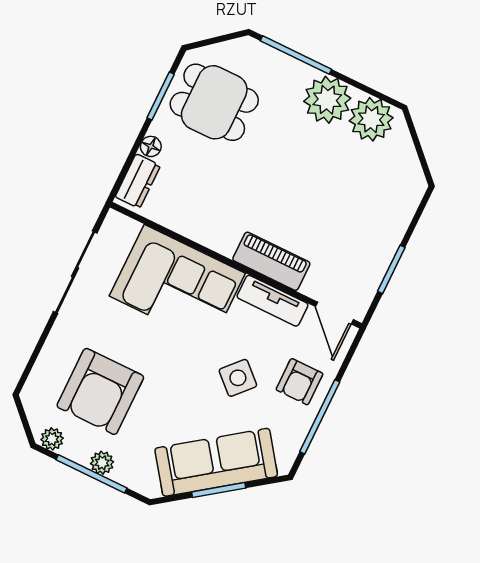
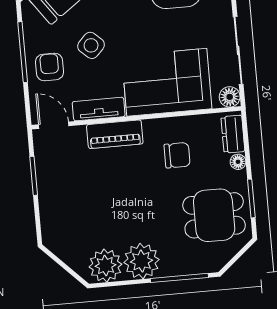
chair: (215, 195) -> (177, 155), added
floor lamp: (116, 226) -> (230, 97), added

